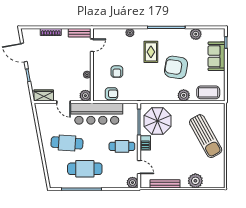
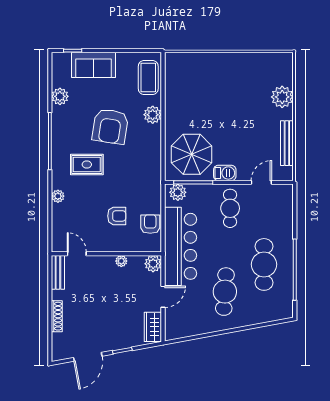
sun lounger: (206, 136) -> (214, 81), removed
plant: (132, 183) -> (178, 192), moved

